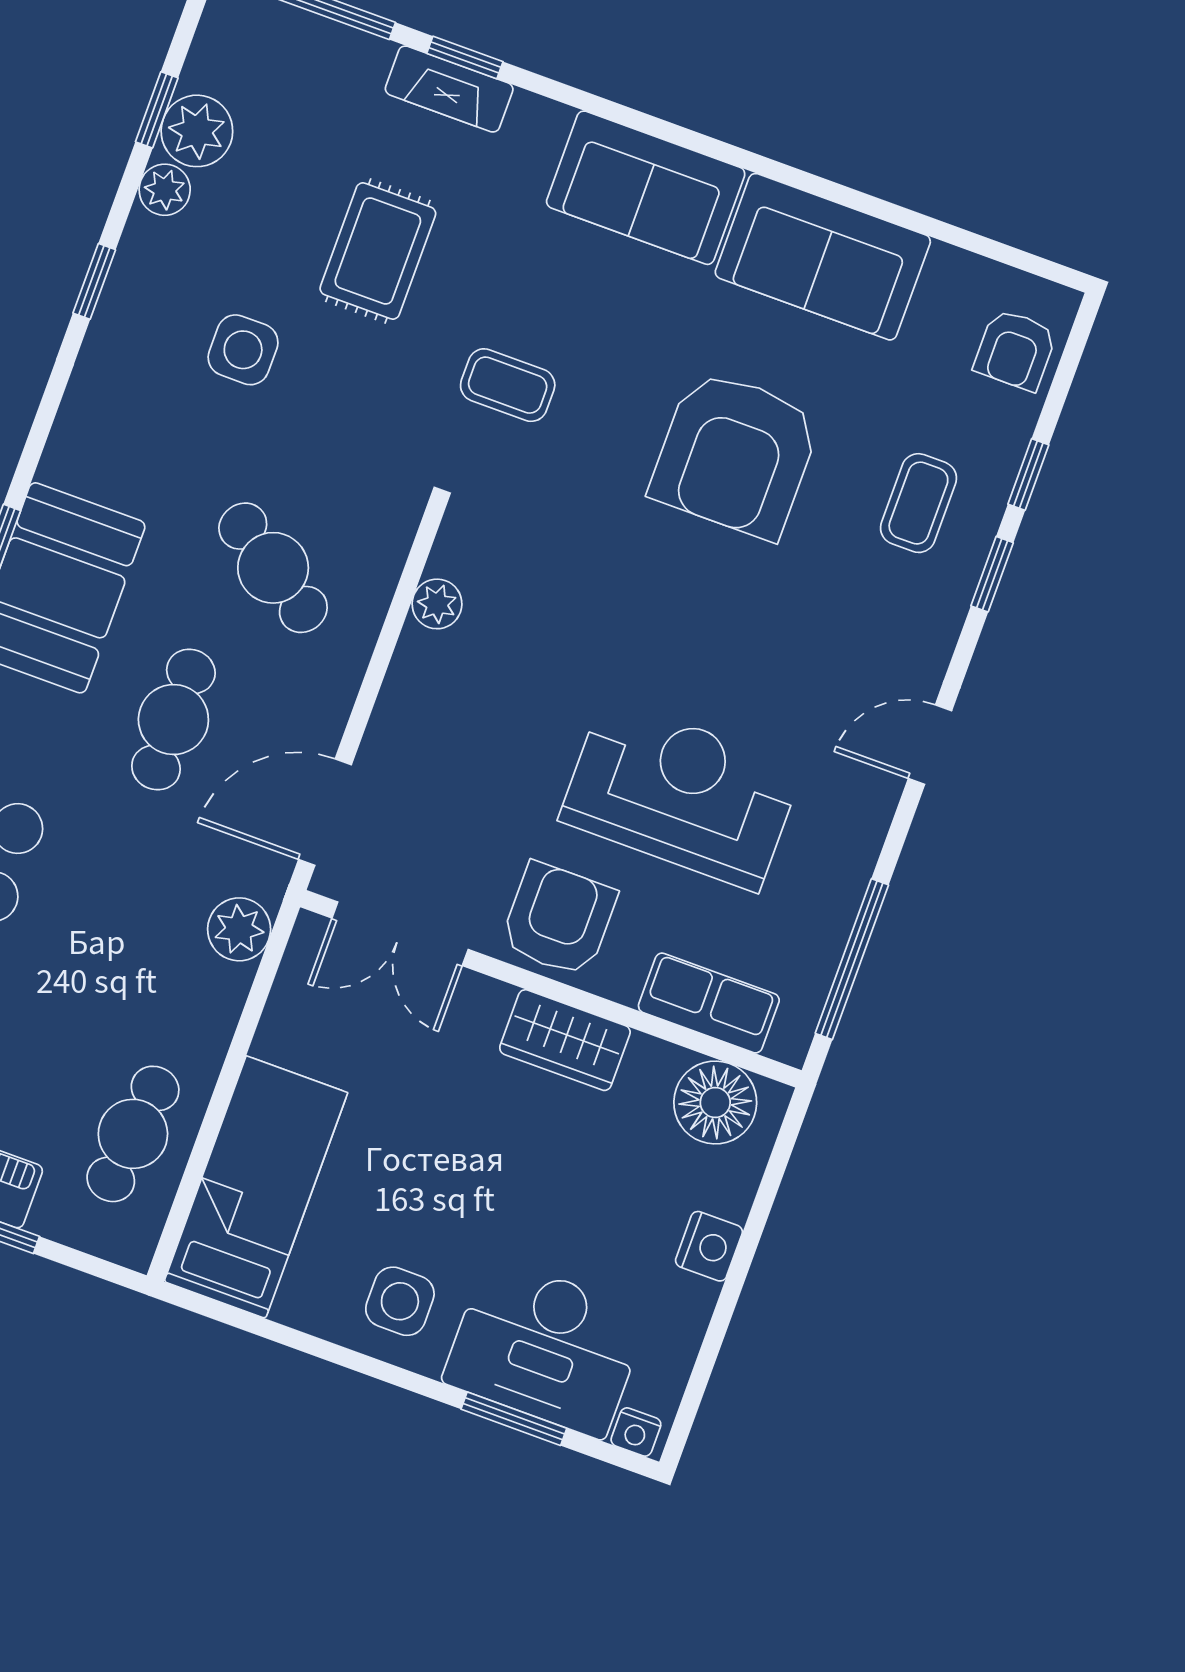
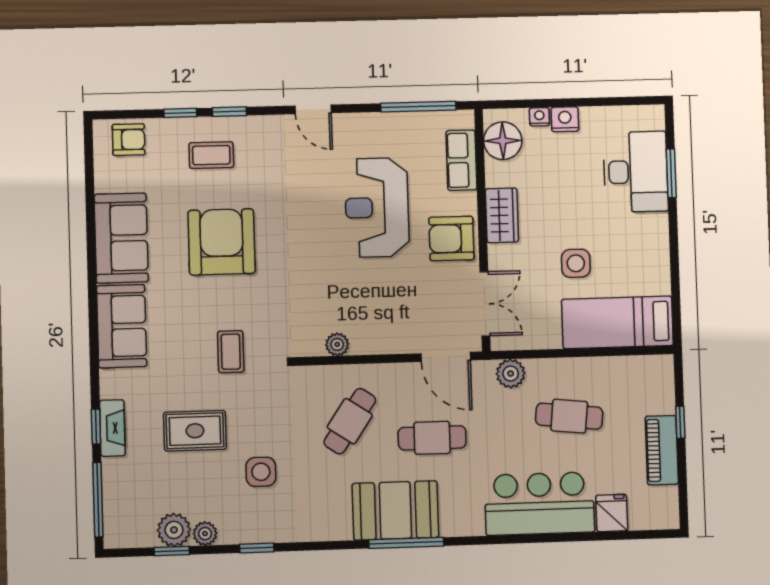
armchair: (735, 454) -> (222, 242), turned -90
cafe table: (133, 1134) -> (569, 416), moved
side table: (400, 1301) -> (576, 263), moved
nightstand: (636, 1432) -> (539, 117), moved, turned -90

